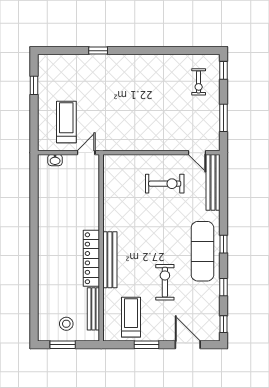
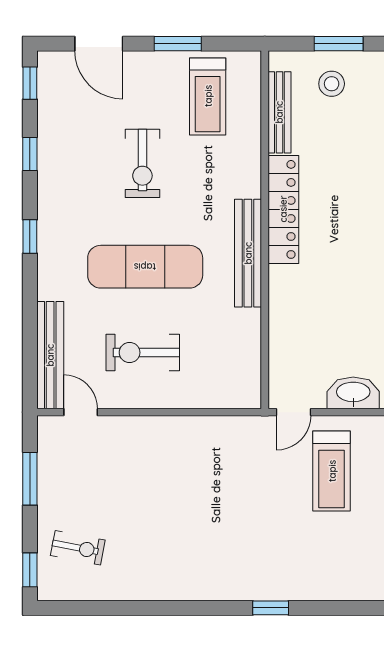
exercise bike: (199, 82) -> (78, 548), turned 101
washbasin: (55, 160) -> (353, 393), width x1.91, depth x1.45
exercise mat: (202, 251) -> (145, 267), moved, turned 90
bench: (110, 260) -> (248, 253), moved

